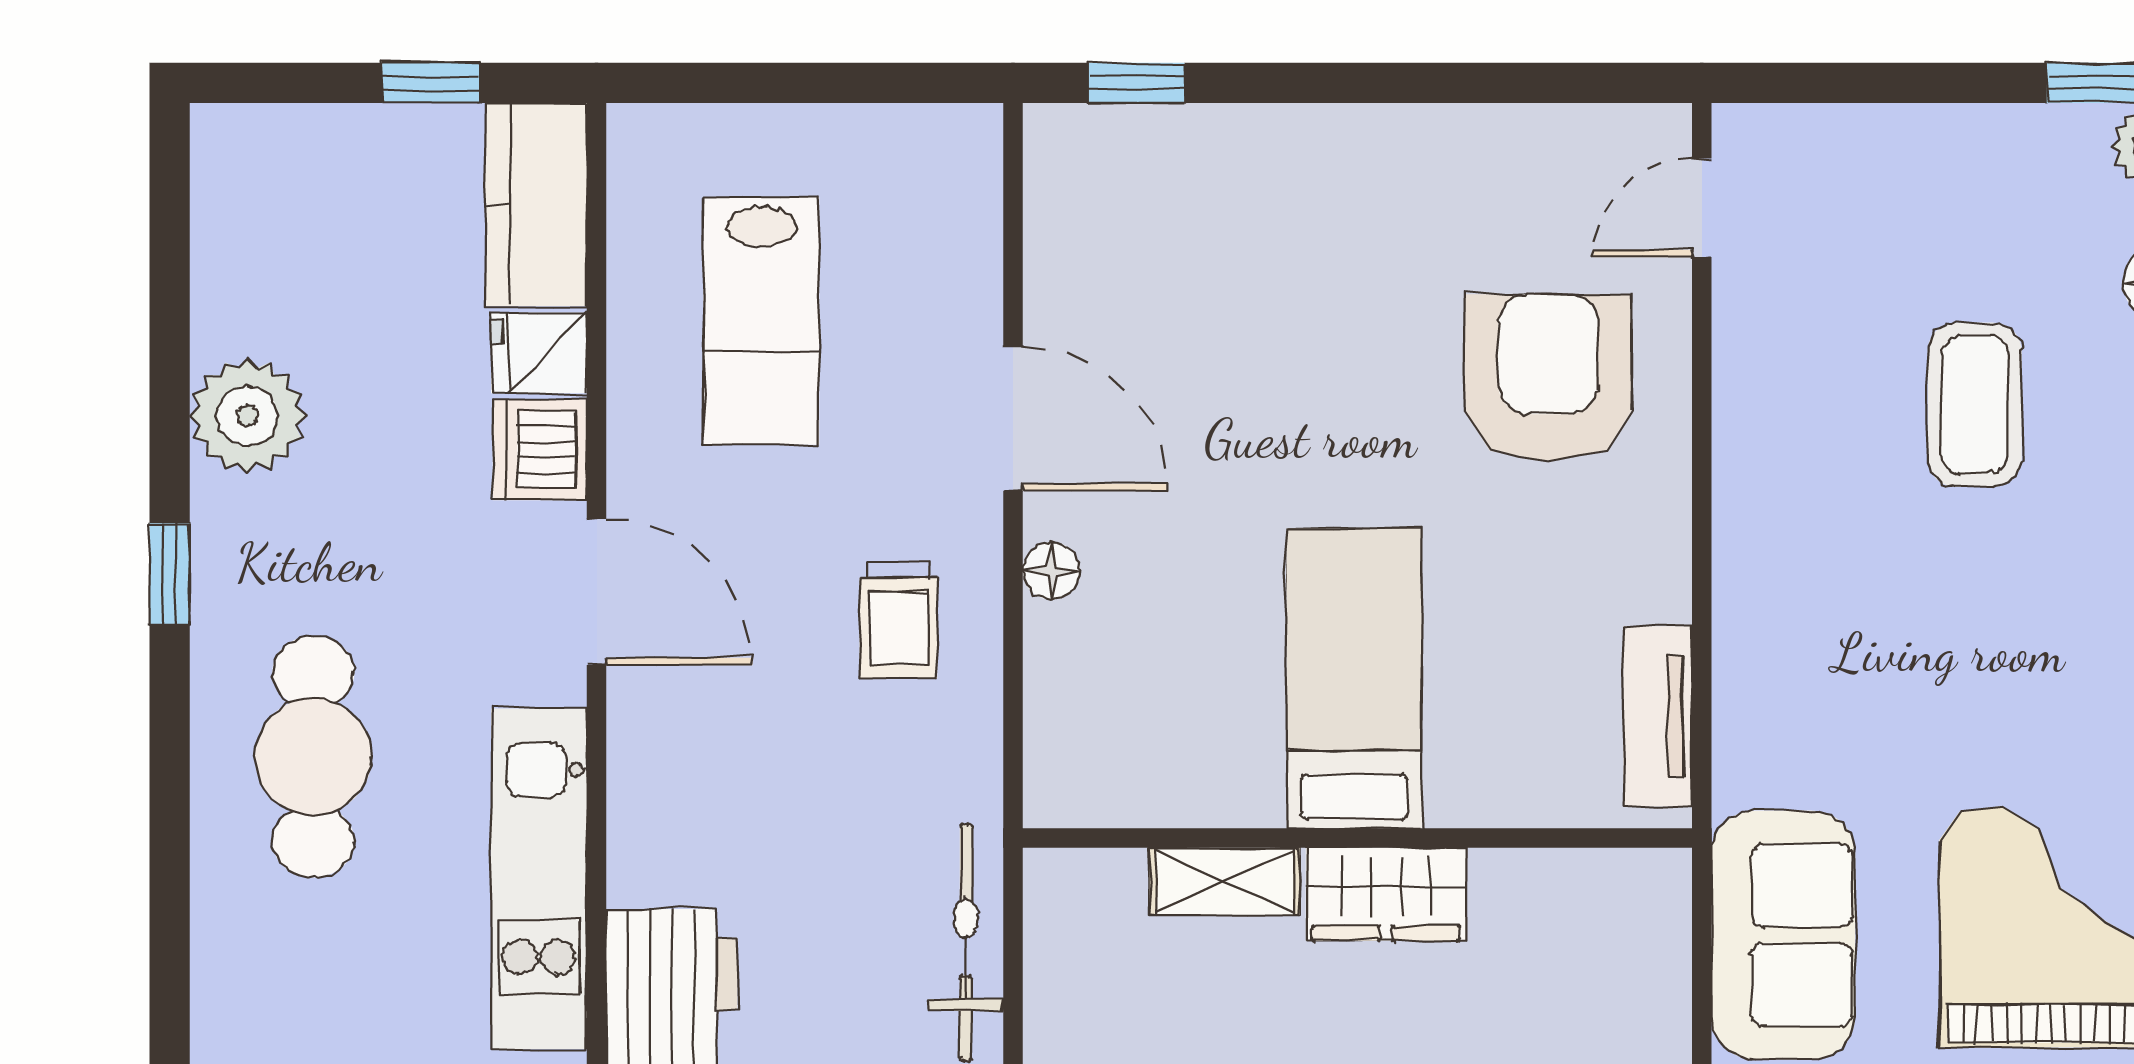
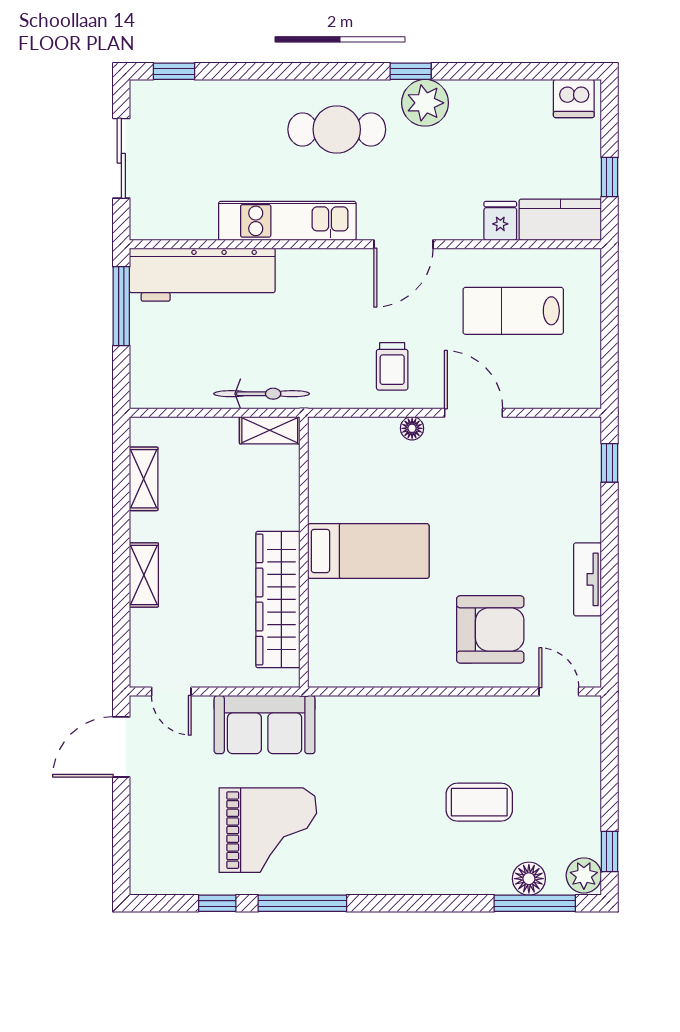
plant: (247, 416) -> (425, 103), moved
door: (1013, 419) -> (474, 413), swing flipped
dishwasher: (540, 450) -> (574, 98), moved, turned 180
trolley: (898, 620) -> (392, 366), turned -90
tv unit: (1658, 716) -> (588, 579), moved, turned -90
shelving: (1225, 881) -> (270, 430), moved, turned 90
wardrobe: (1386, 894) -> (278, 599), width x2.10, depth x1.17

